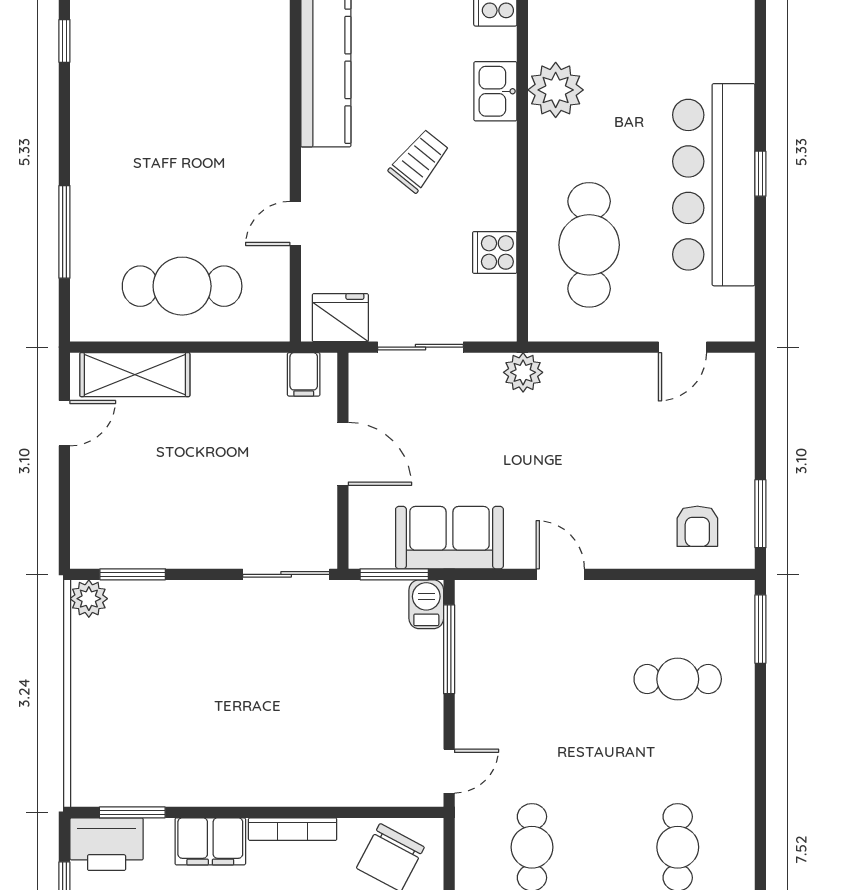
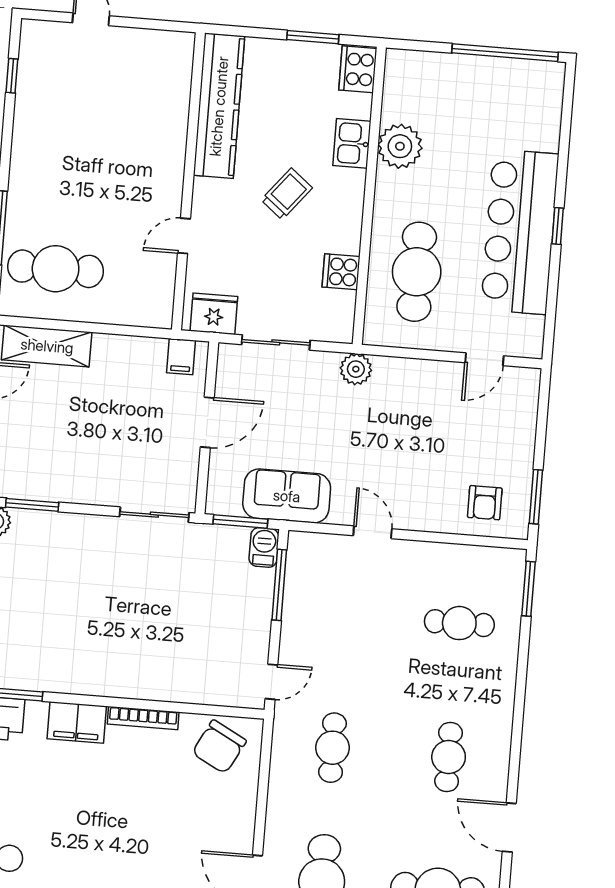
cafe table: (182, 286) -> (56, 269), moved
door: (343, 454) -> (207, 422), hinge flipped

